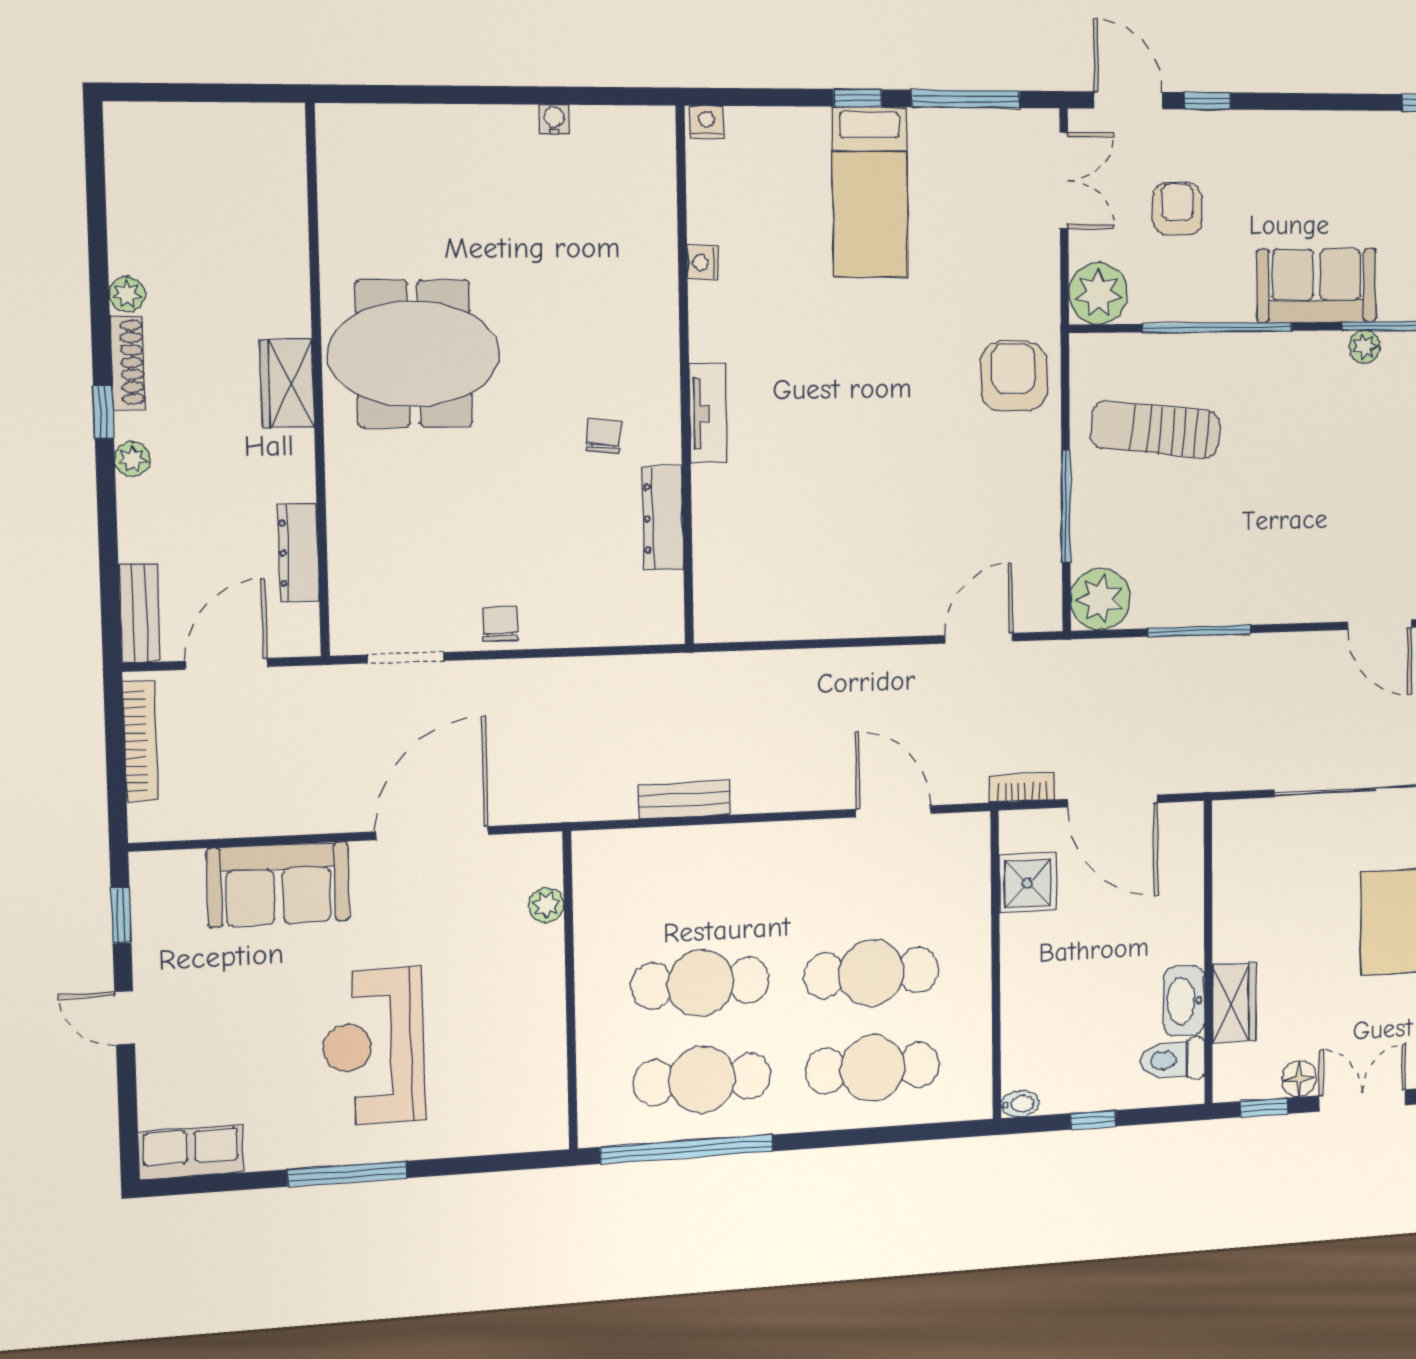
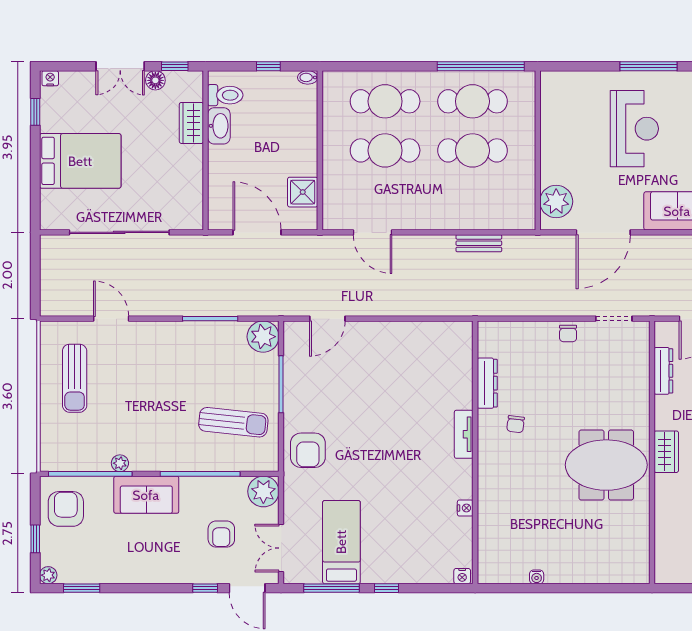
bed: (870, 192) -> (341, 542), moved
bookcase: (1022, 788) -> (305, 241), removed
plant: (546, 905) -> (556, 201), width x1.88, depth x1.88

